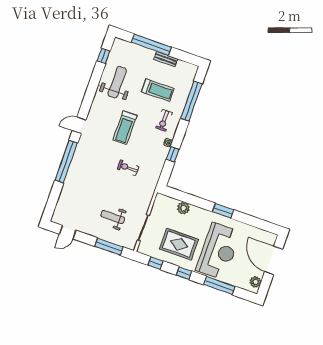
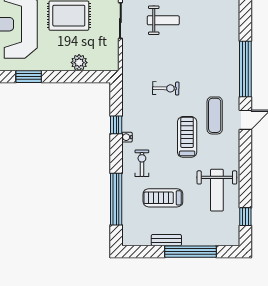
exercise mat: (100, 136) -> (215, 115), added

